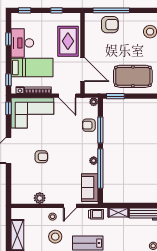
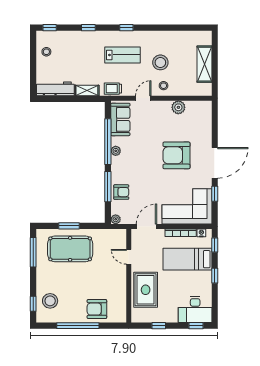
window: (111, 10) -> (78, 326), moved
window: (8, 39) -> (215, 276), moved
desk: (22, 43) -> (195, 310), moved, turned 90
door: (82, 70) -> (129, 257), width x0.53
door: (67, 96) -> (146, 226), hinge flipped
window: (115, 96) -> (69, 226), moved
window: (8, 108) -> (215, 194), moved
armchair: (41, 157) -> (176, 155), width x1.88, depth x1.88

